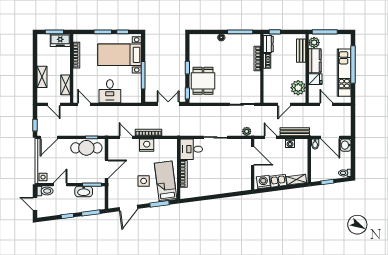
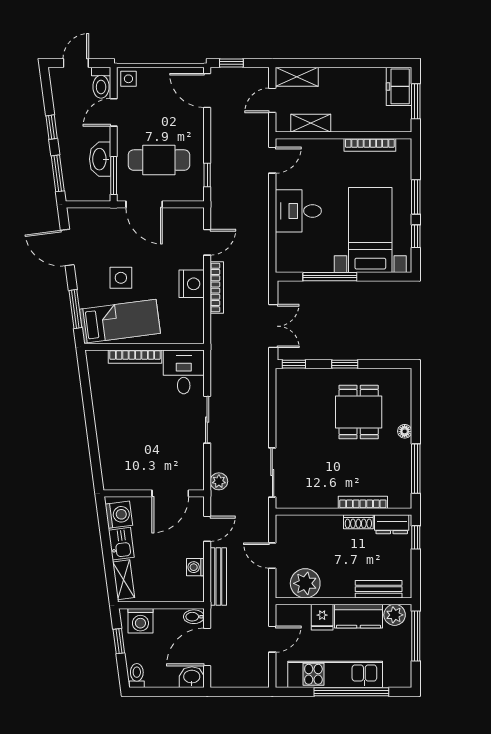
freezer: (60, 40) -> (399, 86), moved
shelving: (42, 77) -> (297, 77), moved
dining table: (203, 81) -> (359, 412), moved, turned 90
cafe table: (86, 148) -> (159, 160), moved, turned 90
washing machine: (317, 171) -> (140, 621), added
door: (60, 185) -> (114, 112), swing flipped

